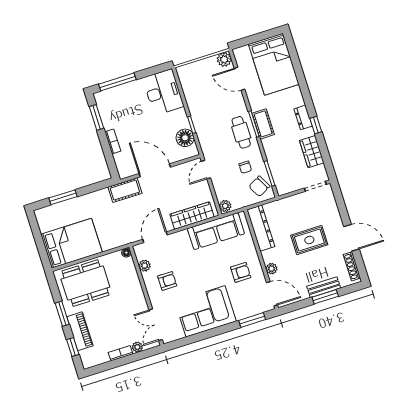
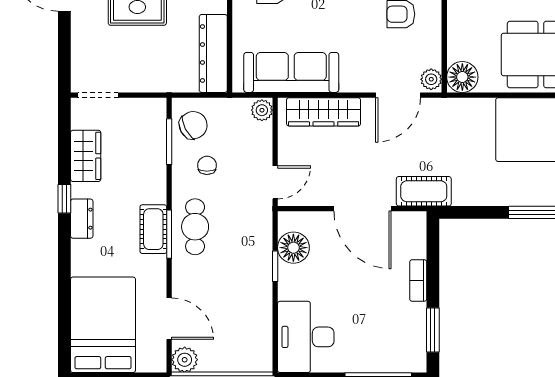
floor lamp: (126, 253) -> (462, 77), width x1.89, depth x1.89
plant: (145, 266) -> (431, 79), moved

